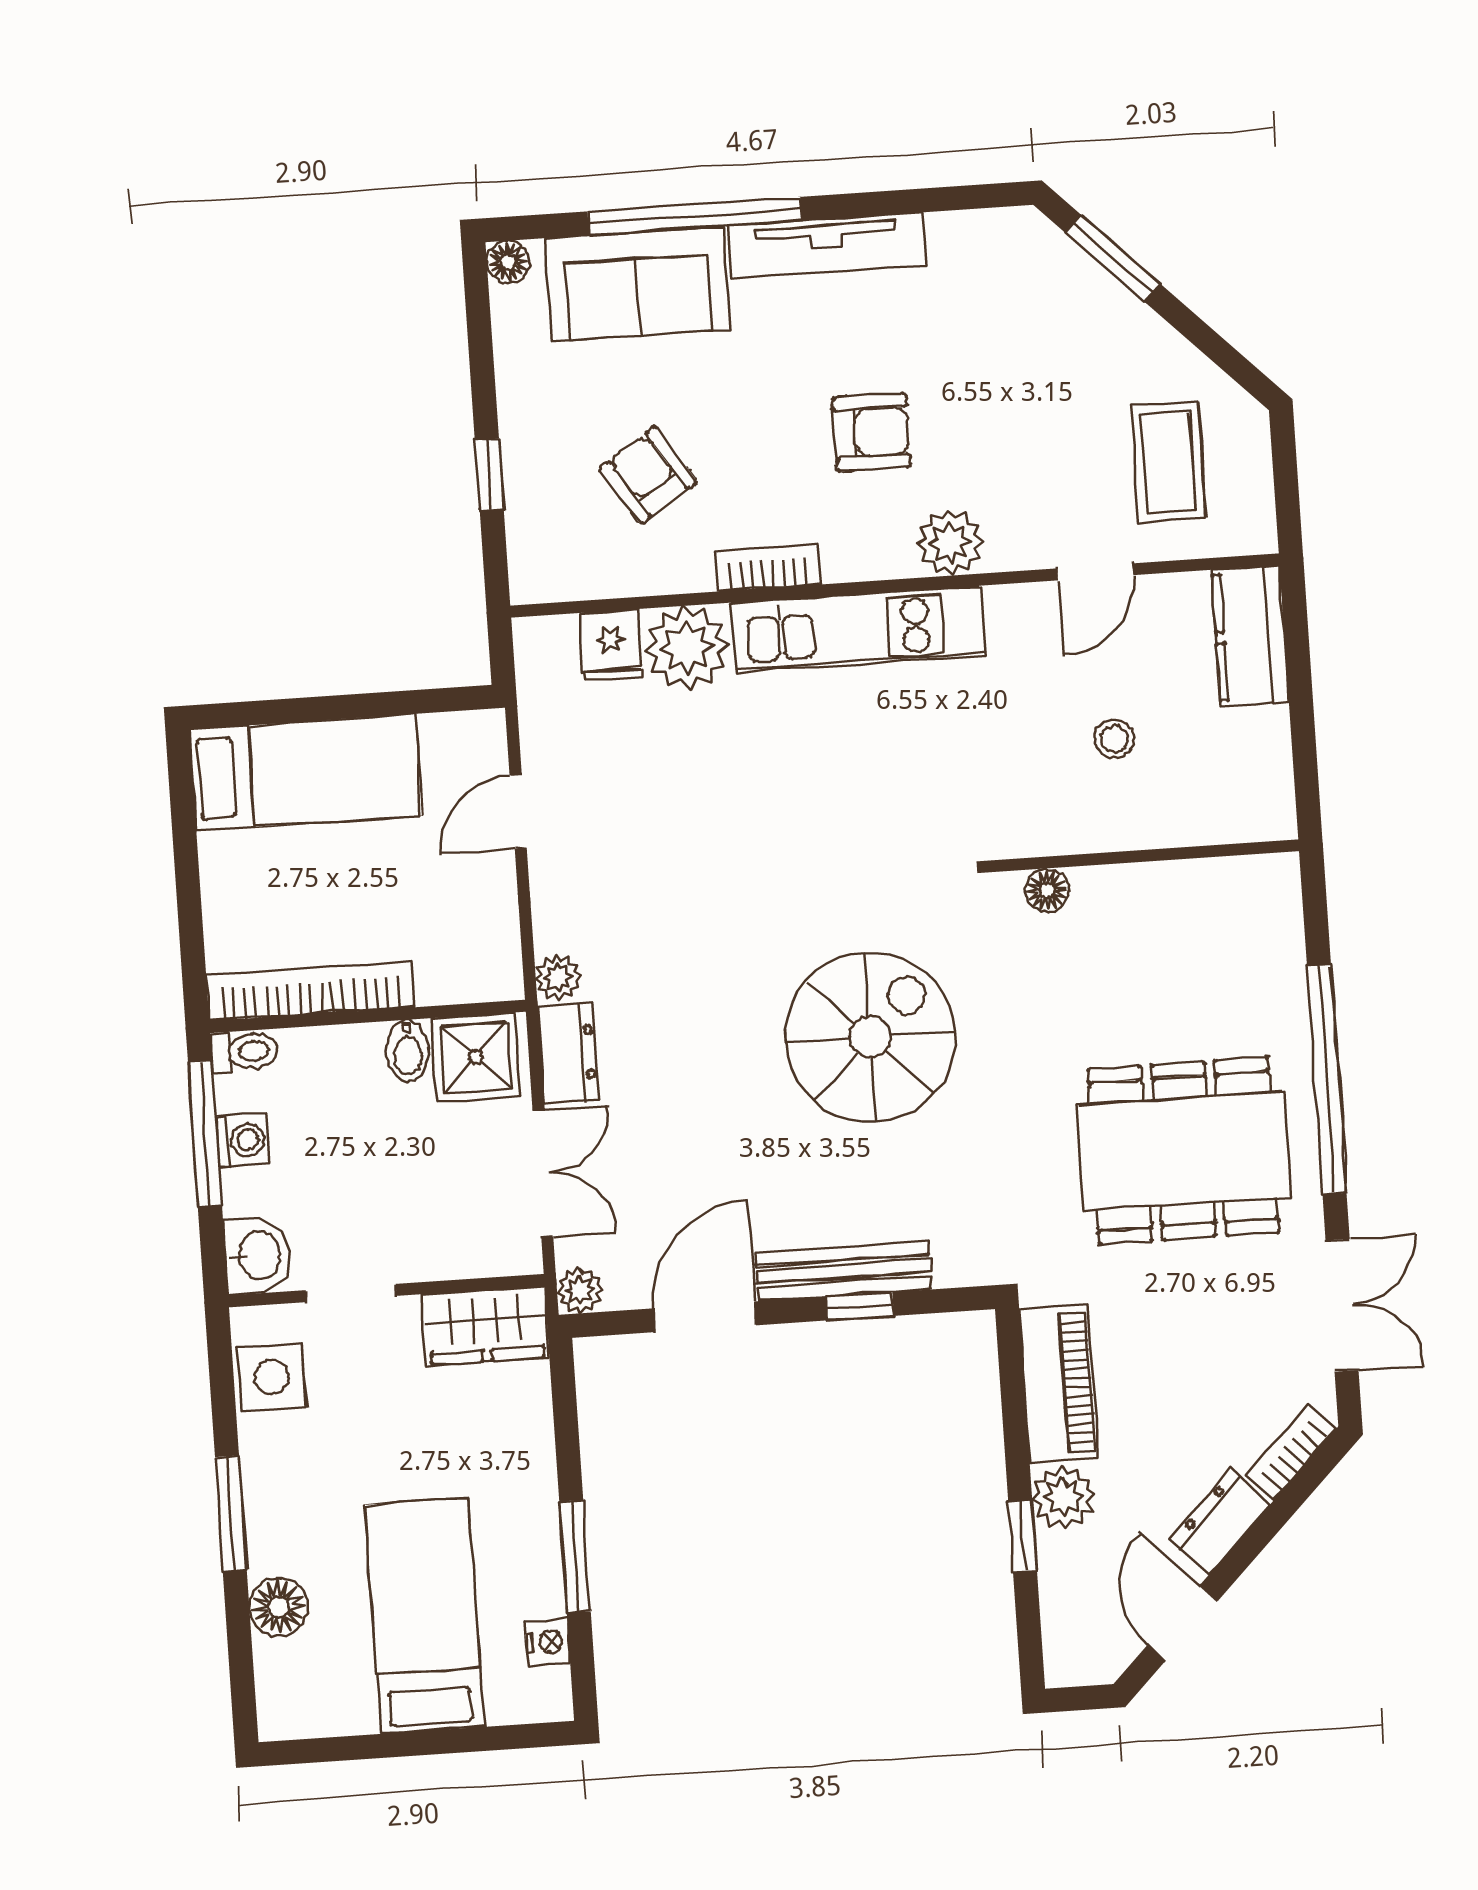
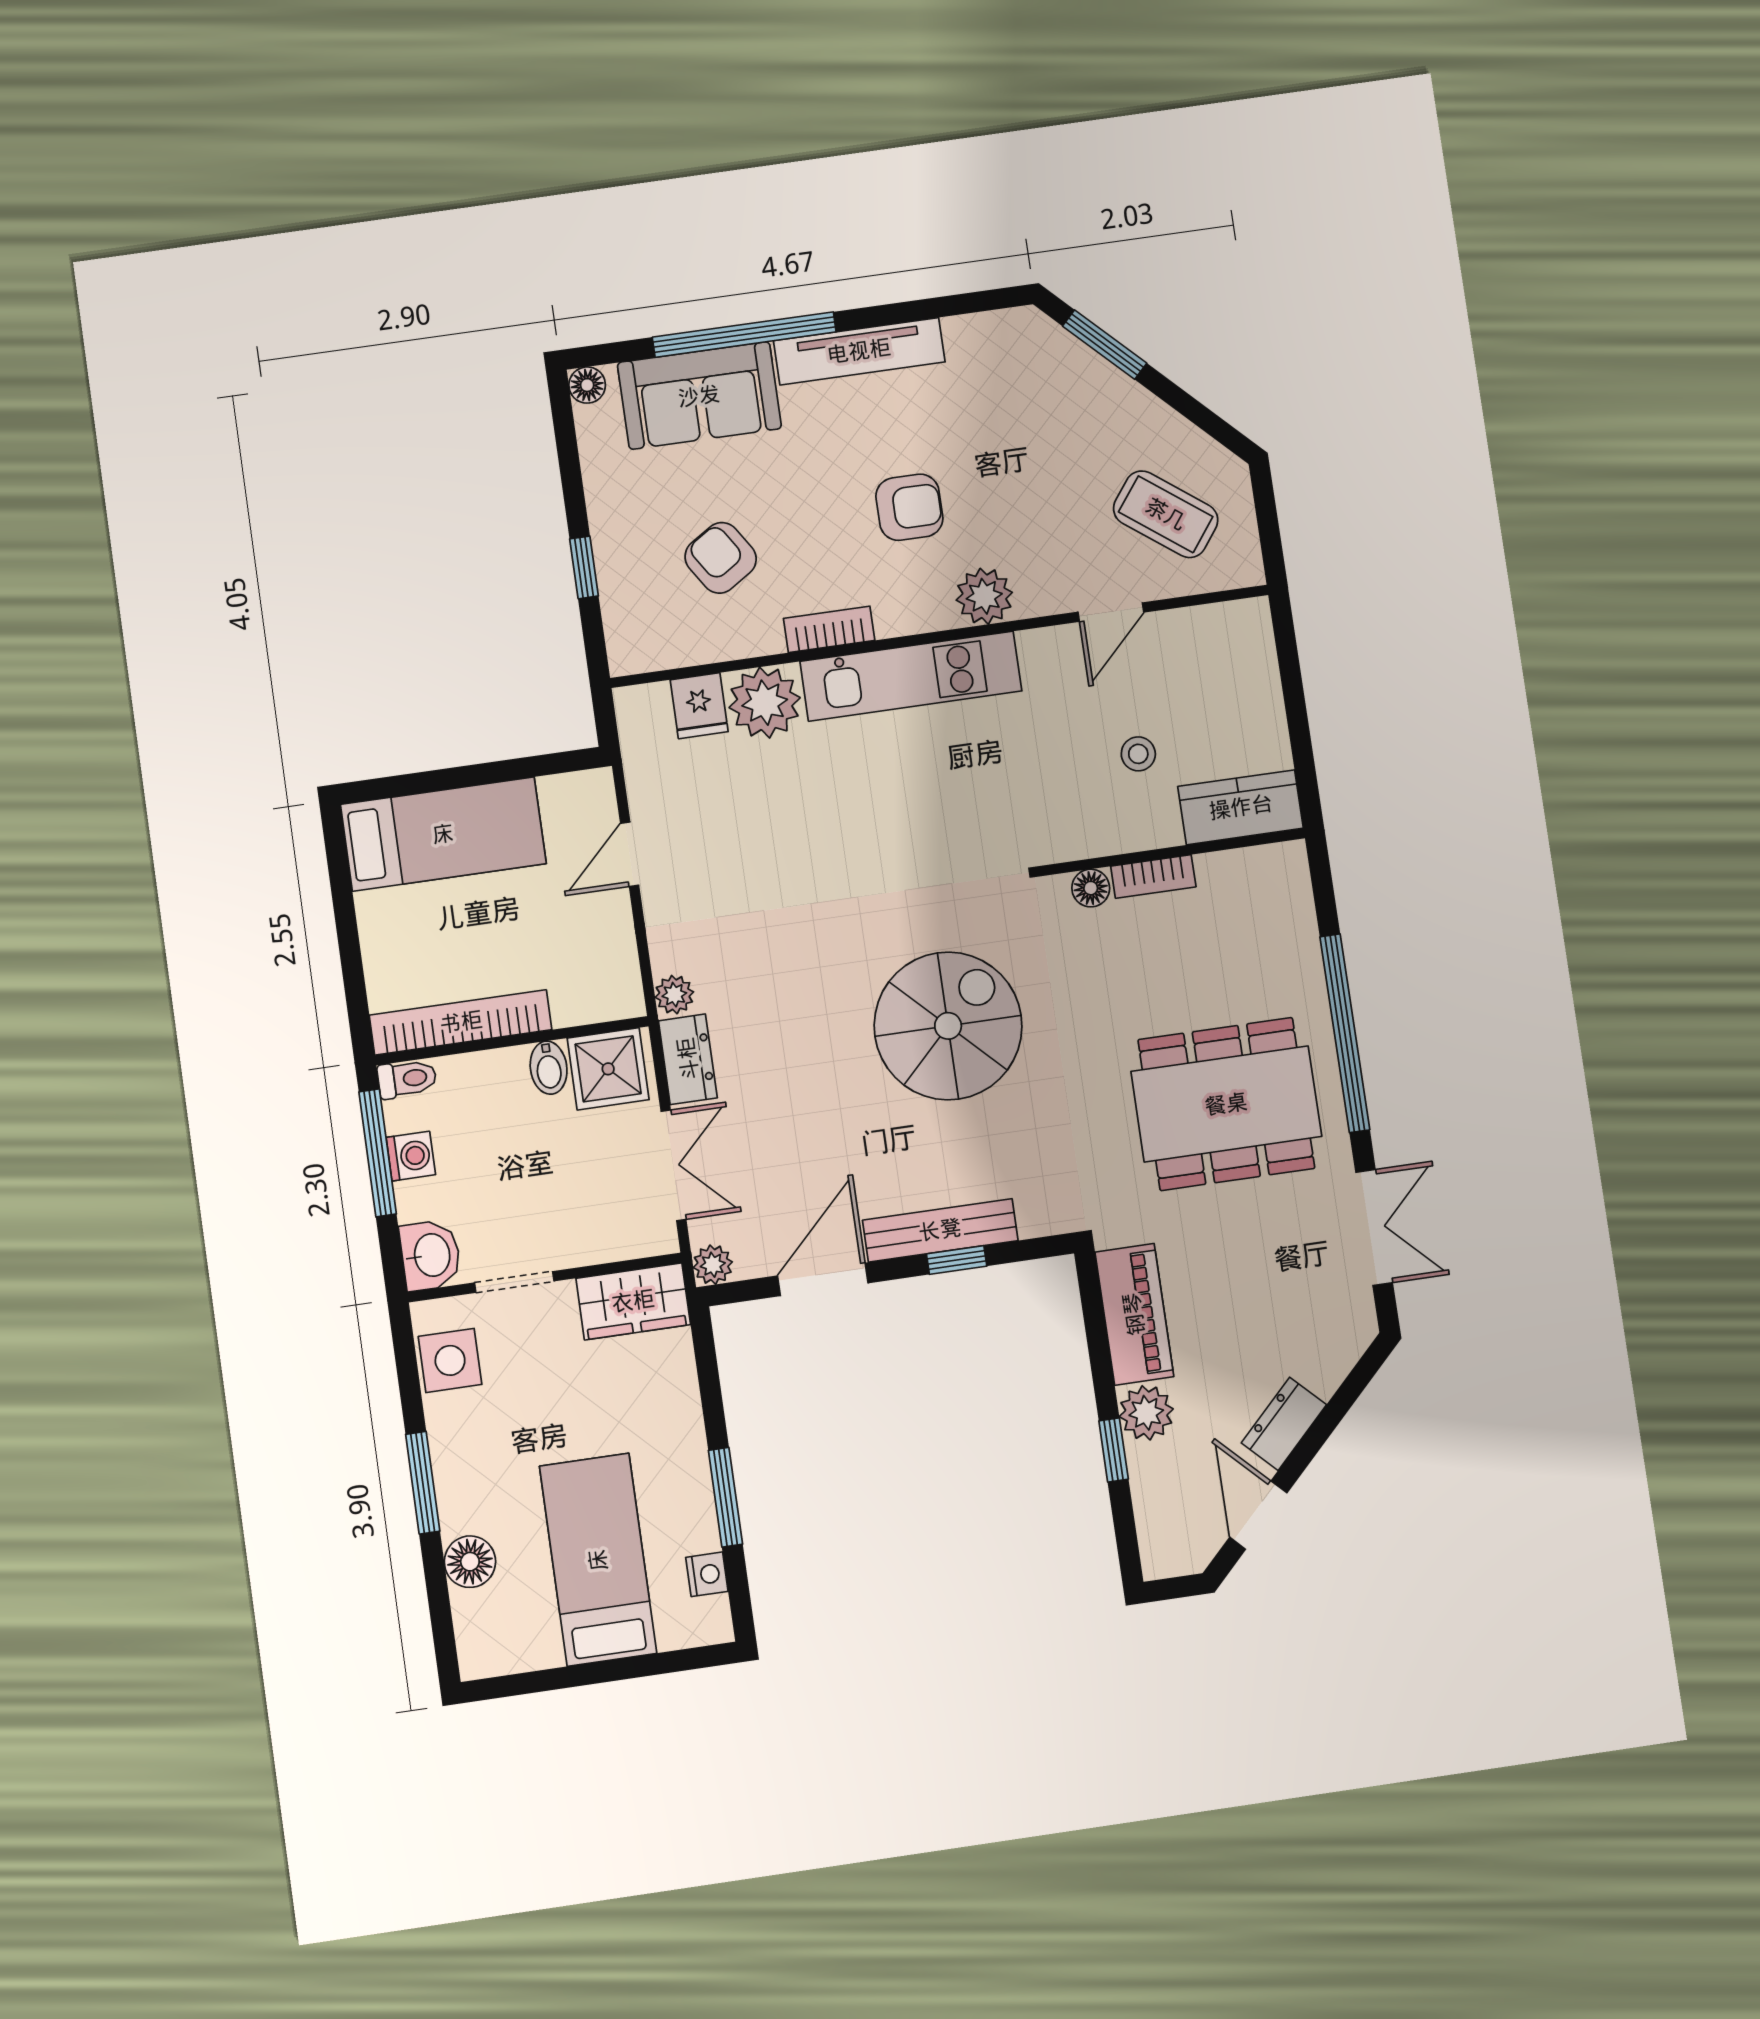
coffee table: (1168, 462) -> (1166, 514), turned -53
kitchen counter: (1250, 636) -> (1241, 807), moved, turned 90
bookcase: (1291, 1452) -> (1153, 876), moved, turned -135

